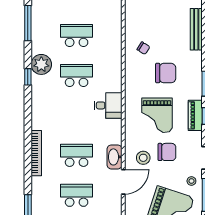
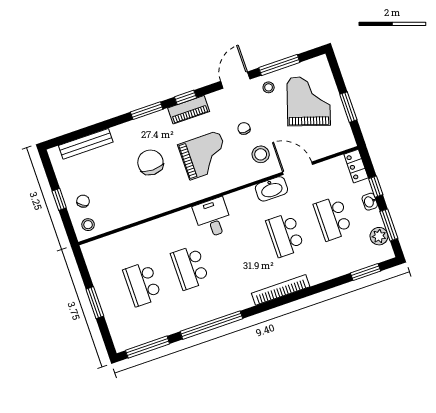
stool: (135, 10) -> (88, 225), added
chair: (143, 48) -> (83, 201), moved
plant: (41, 64) -> (191, 314), removed
window: (28, 77) -> (211, 325), width x3.17
chair: (167, 152) -> (244, 128), width x0.54, depth x0.54
bookcase: (36, 153) -> (281, 290), moved

